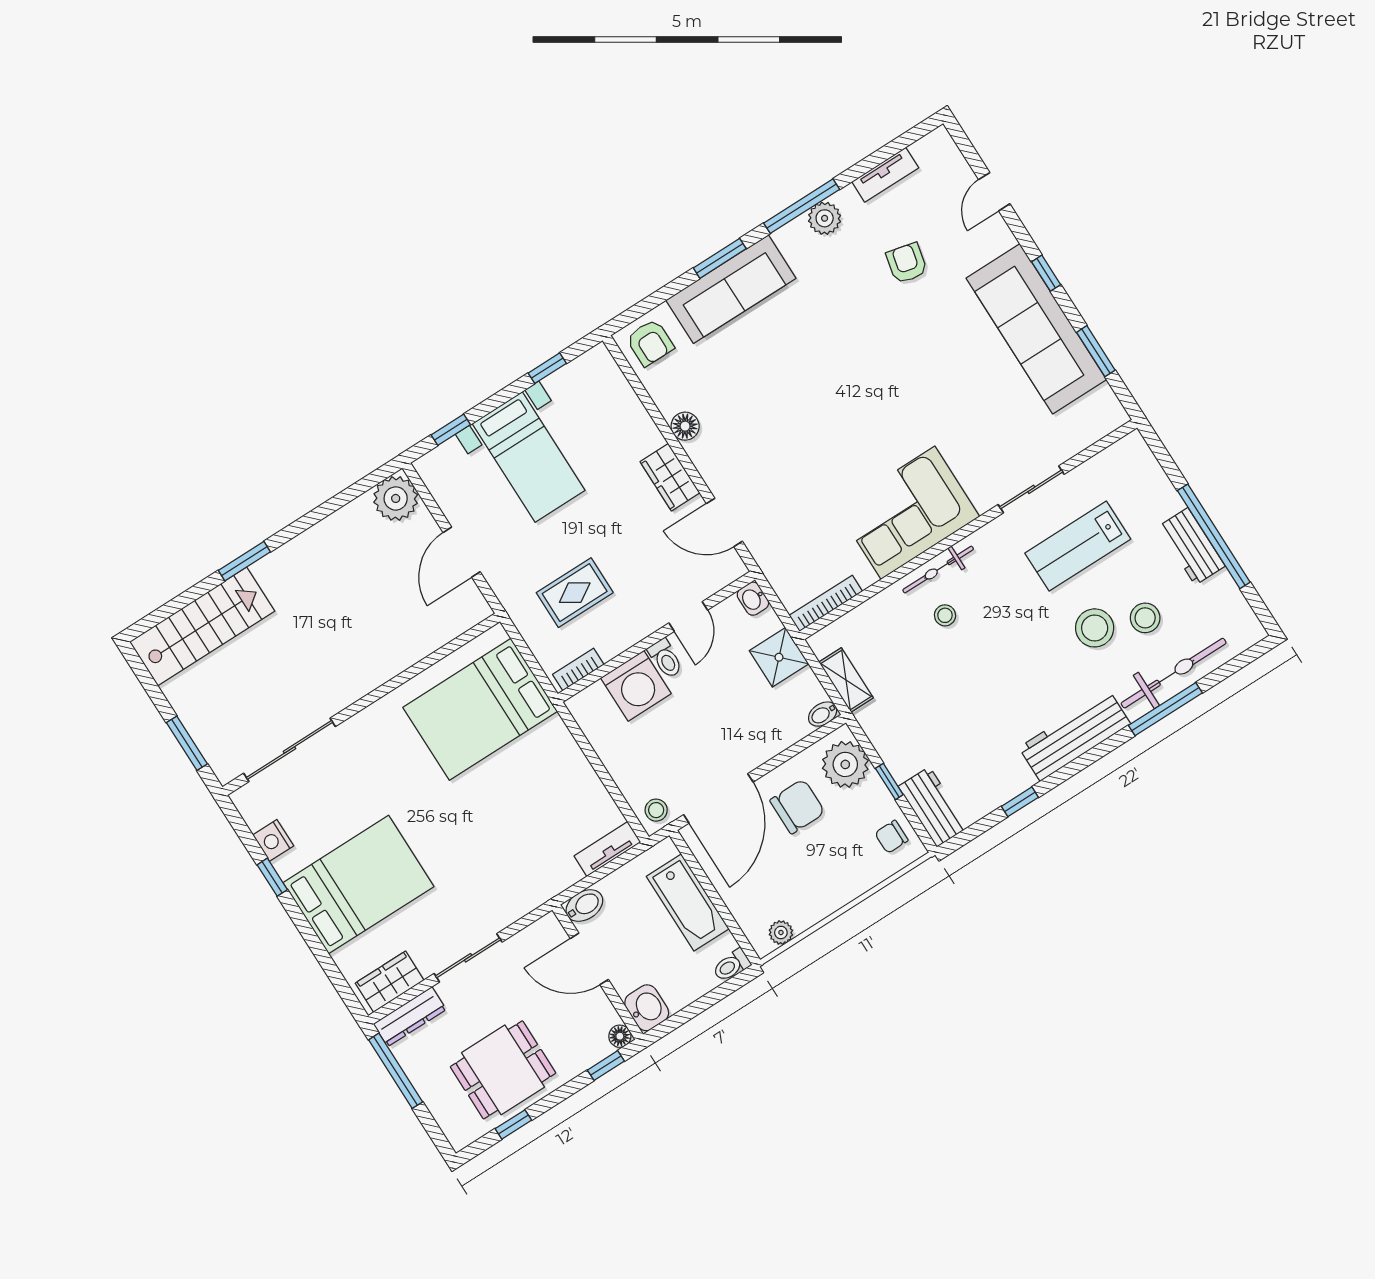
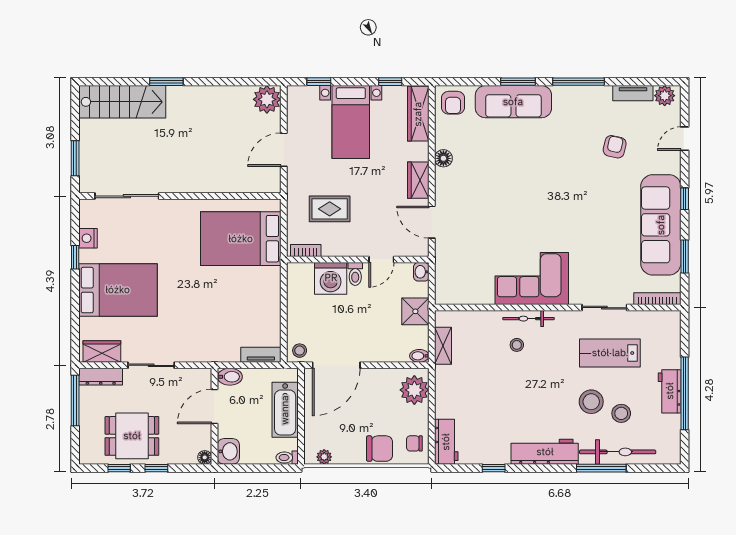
plant: (825, 218) -> (665, 96), moved
wardrobe: (613, 387) -> (418, 114), added
bookcase: (826, 603) -> (657, 299), moved
window: (889, 781) -> (432, 414), removed
chair: (797, 806) -> (380, 449), moved
door: (589, 959) -> (215, 407), hinge flipped
window: (606, 1066) -> (156, 468), moved

